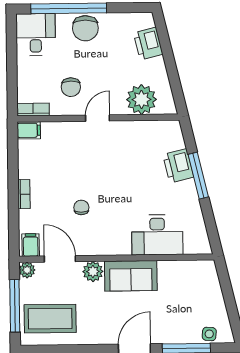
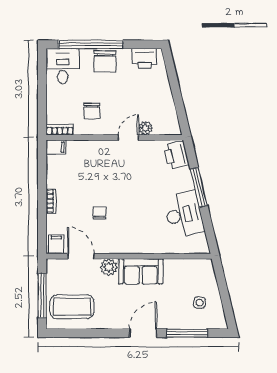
printer: (148, 44) -> (145, 58), moved, turned -77
plant: (141, 100) -> (146, 128), width x0.53, depth x0.53
door: (98, 118) -> (128, 137), moved
printer: (178, 166) -> (176, 155), moved
desk: (157, 235) -> (184, 215), moved, turned -103
plant: (27, 270) -> (53, 265), removed
side table: (209, 334) -> (199, 303), moved

